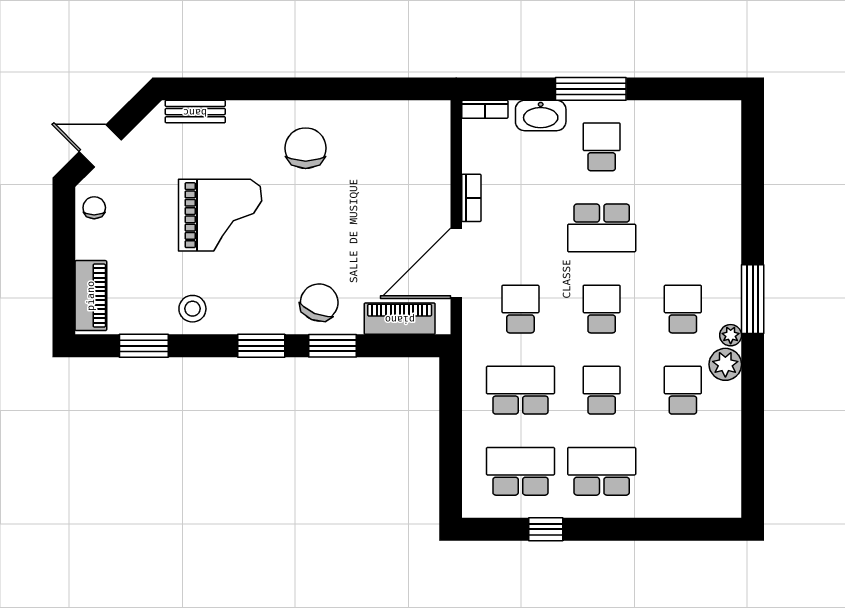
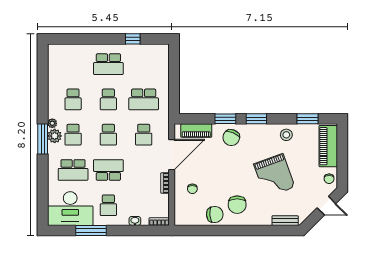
window: (591, 89) -> (91, 230), moved
washbasin: (541, 115) -> (135, 221), width x0.52, depth x0.69
chair: (357, 126) -> (215, 214), added
desk: (689, 139) -> (70, 209), added
chair: (409, 185) -> (192, 189), added
grand piano: (220, 215) -> (274, 176), turned -110
piano: (91, 296) -> (328, 146), width x1.37, depth x1.33
plant: (725, 364) -> (55, 136), moved
school desk: (520, 471) -> (73, 170), moved

